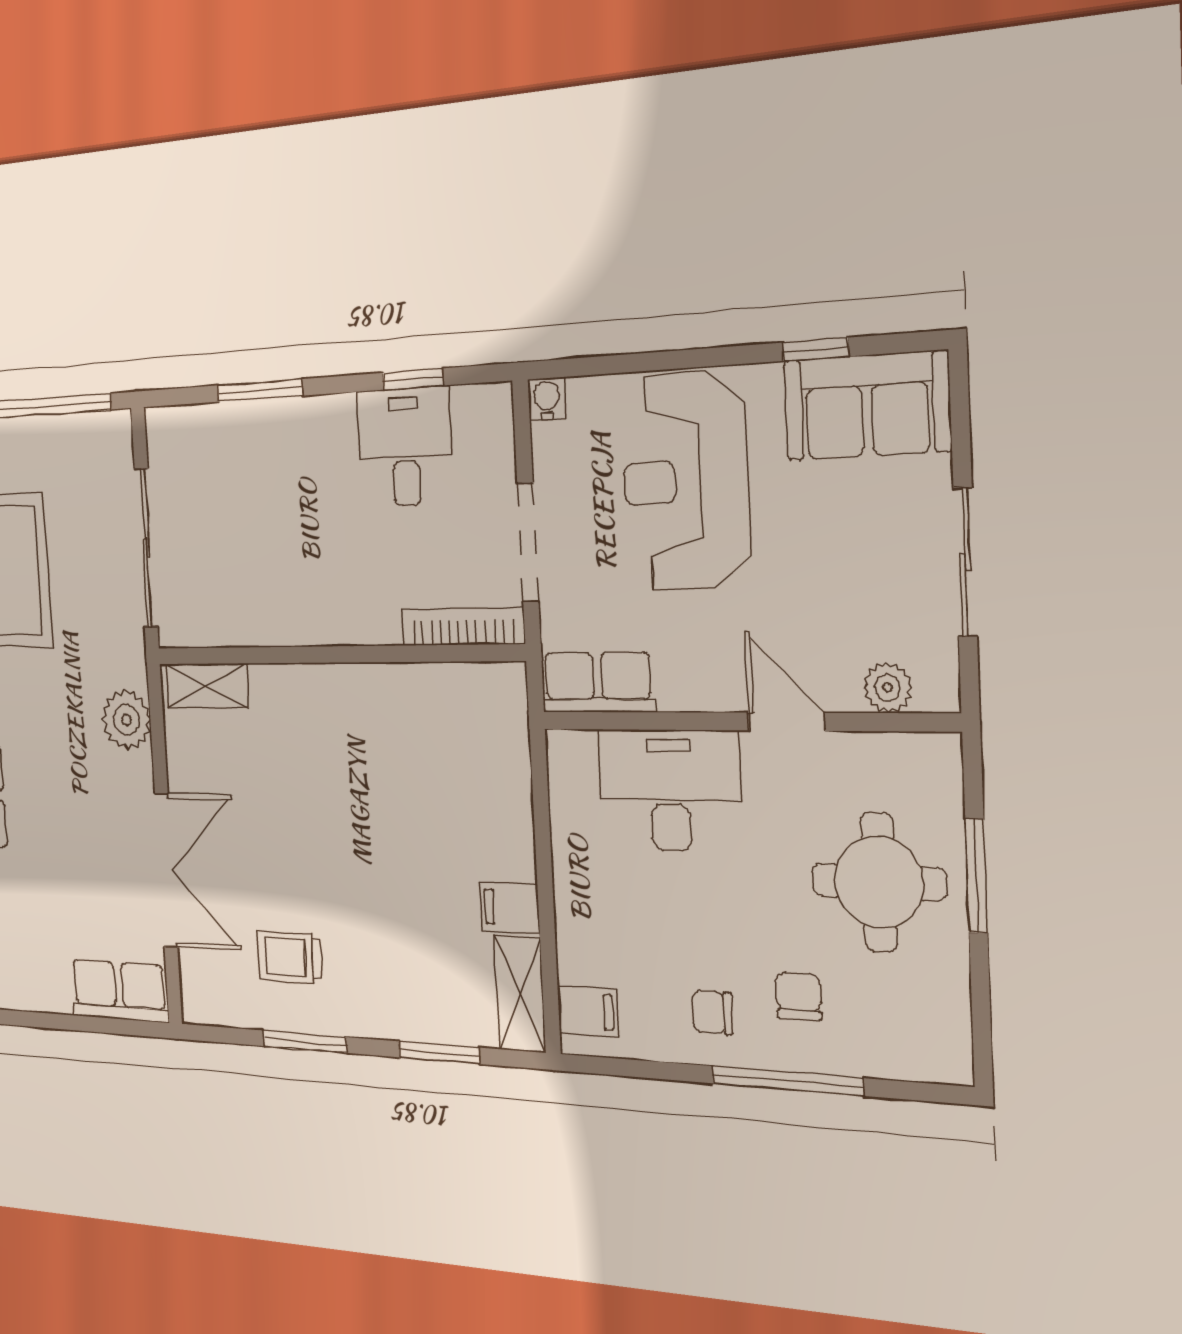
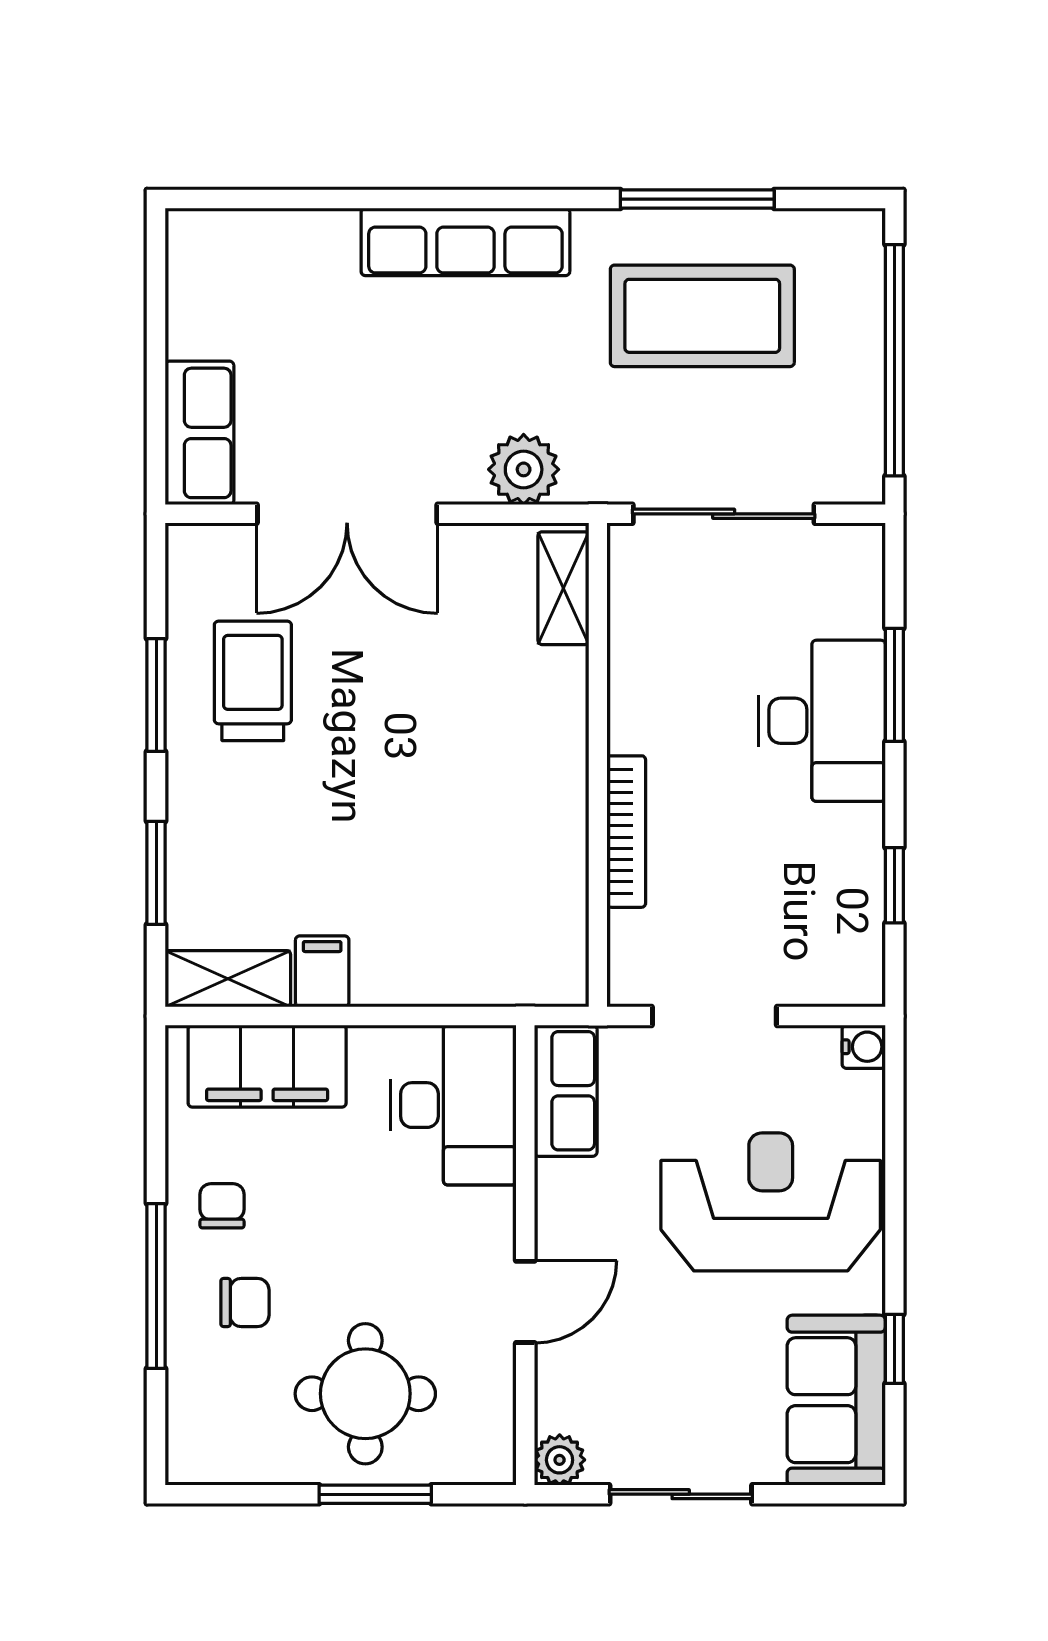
desk: (405, 447) -> (822, 721), moved, width x1.37
bookcase: (463, 627) -> (626, 832), moved
plant: (887, 688) -> (560, 1460), moved
desk: (670, 790) -> (453, 1105), moved
trolley: (290, 957) -> (253, 681), width x1.36, depth x1.39
filing cabinet: (588, 1011) -> (267, 1066), width x3.00, depth x1.17

